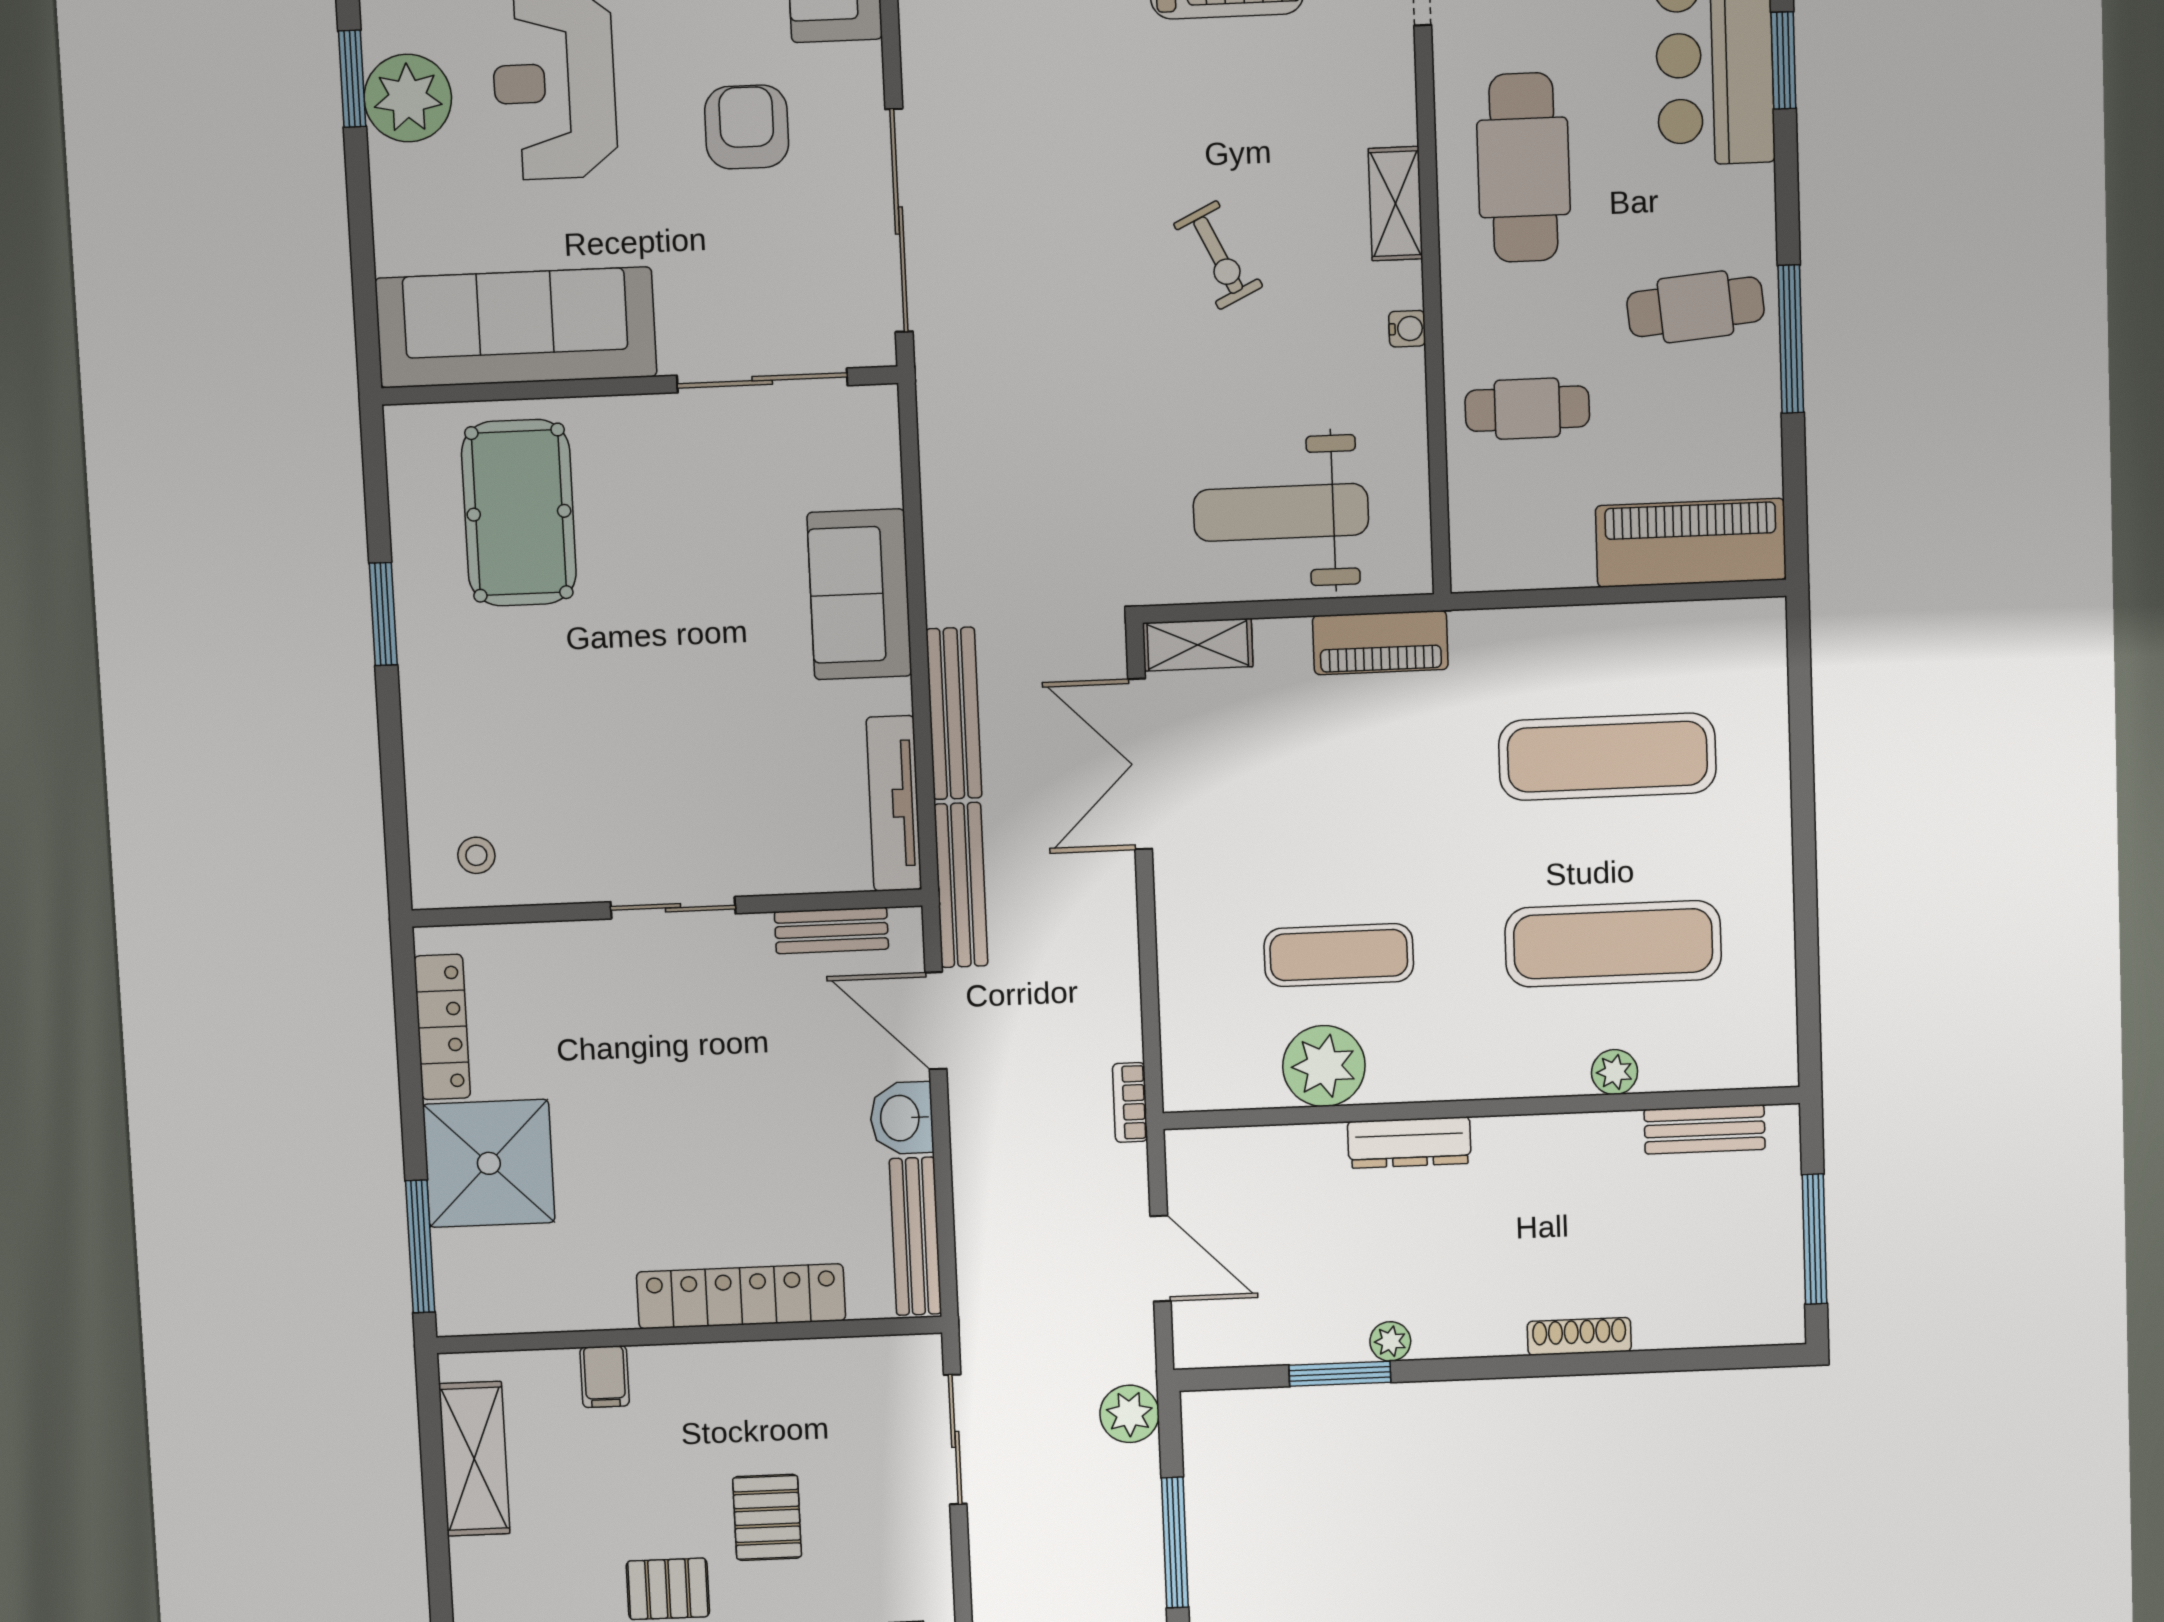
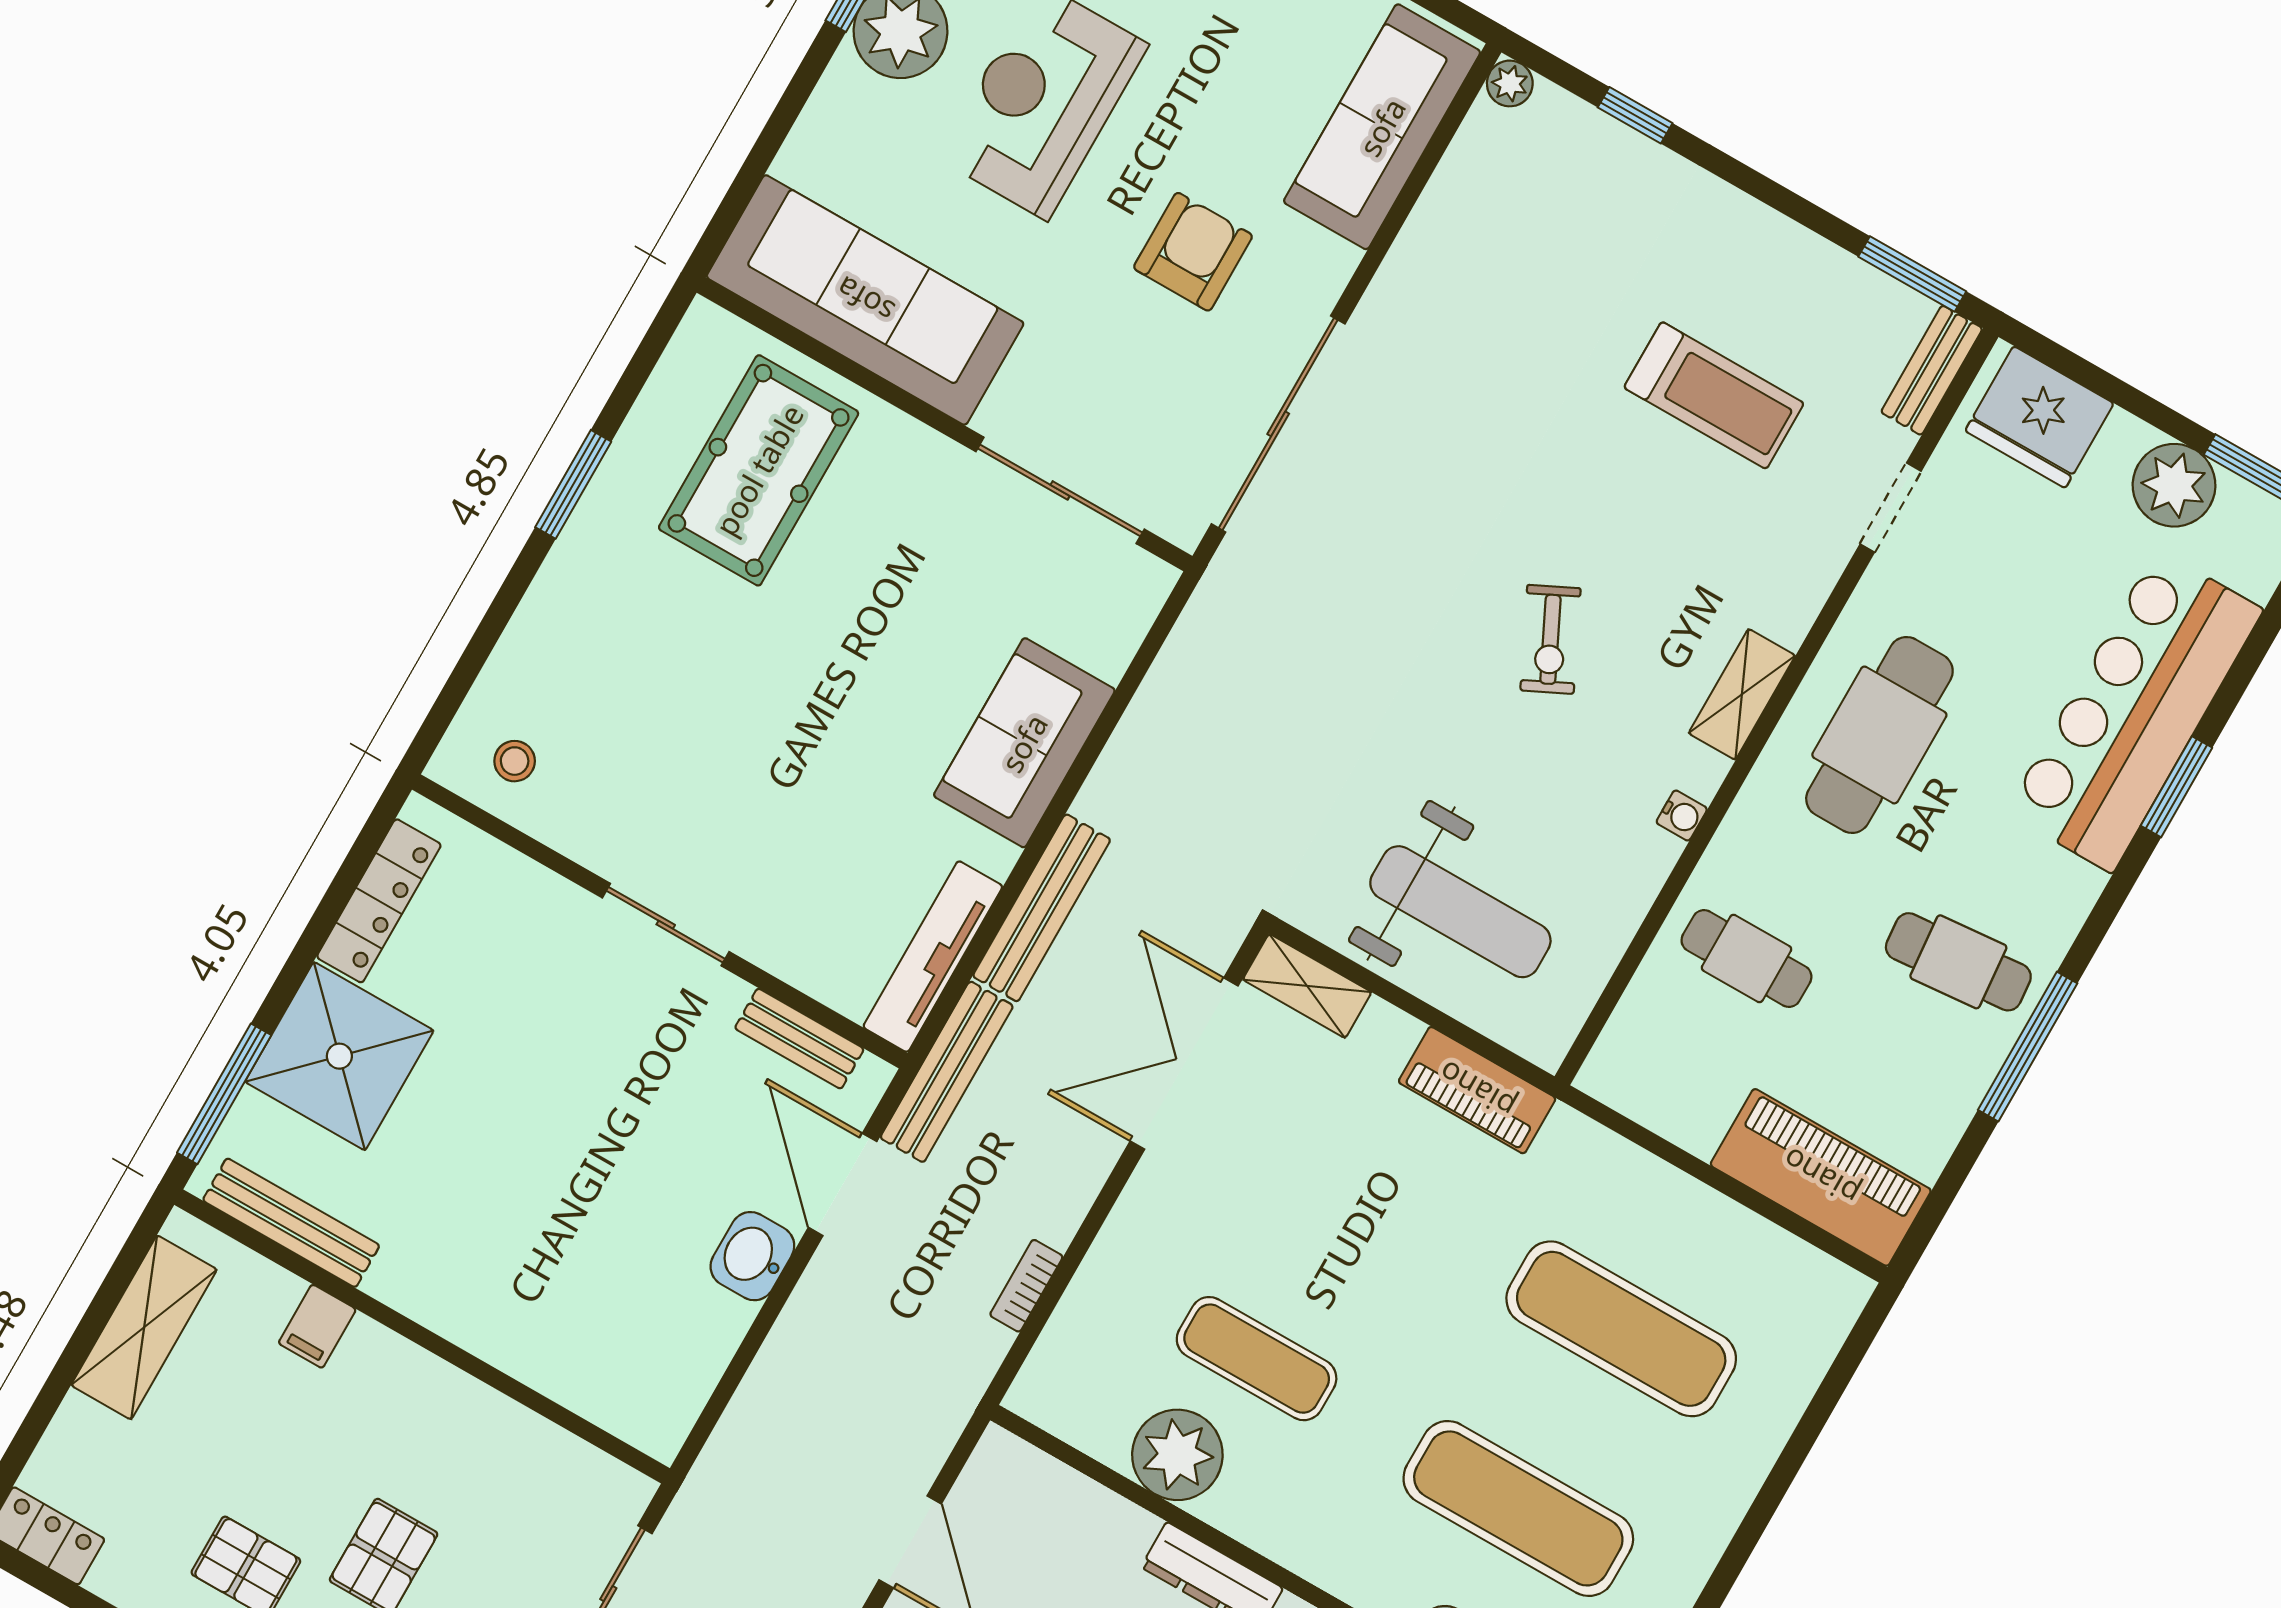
weight bench: (1281, 512) -> (1460, 912), turned 180
bookcase: (1130, 1102) -> (1026, 1286), moved
bench: (915, 1236) -> (291, 1223), moved, turned 90
locker: (741, 1296) -> (494, 1330), removed

